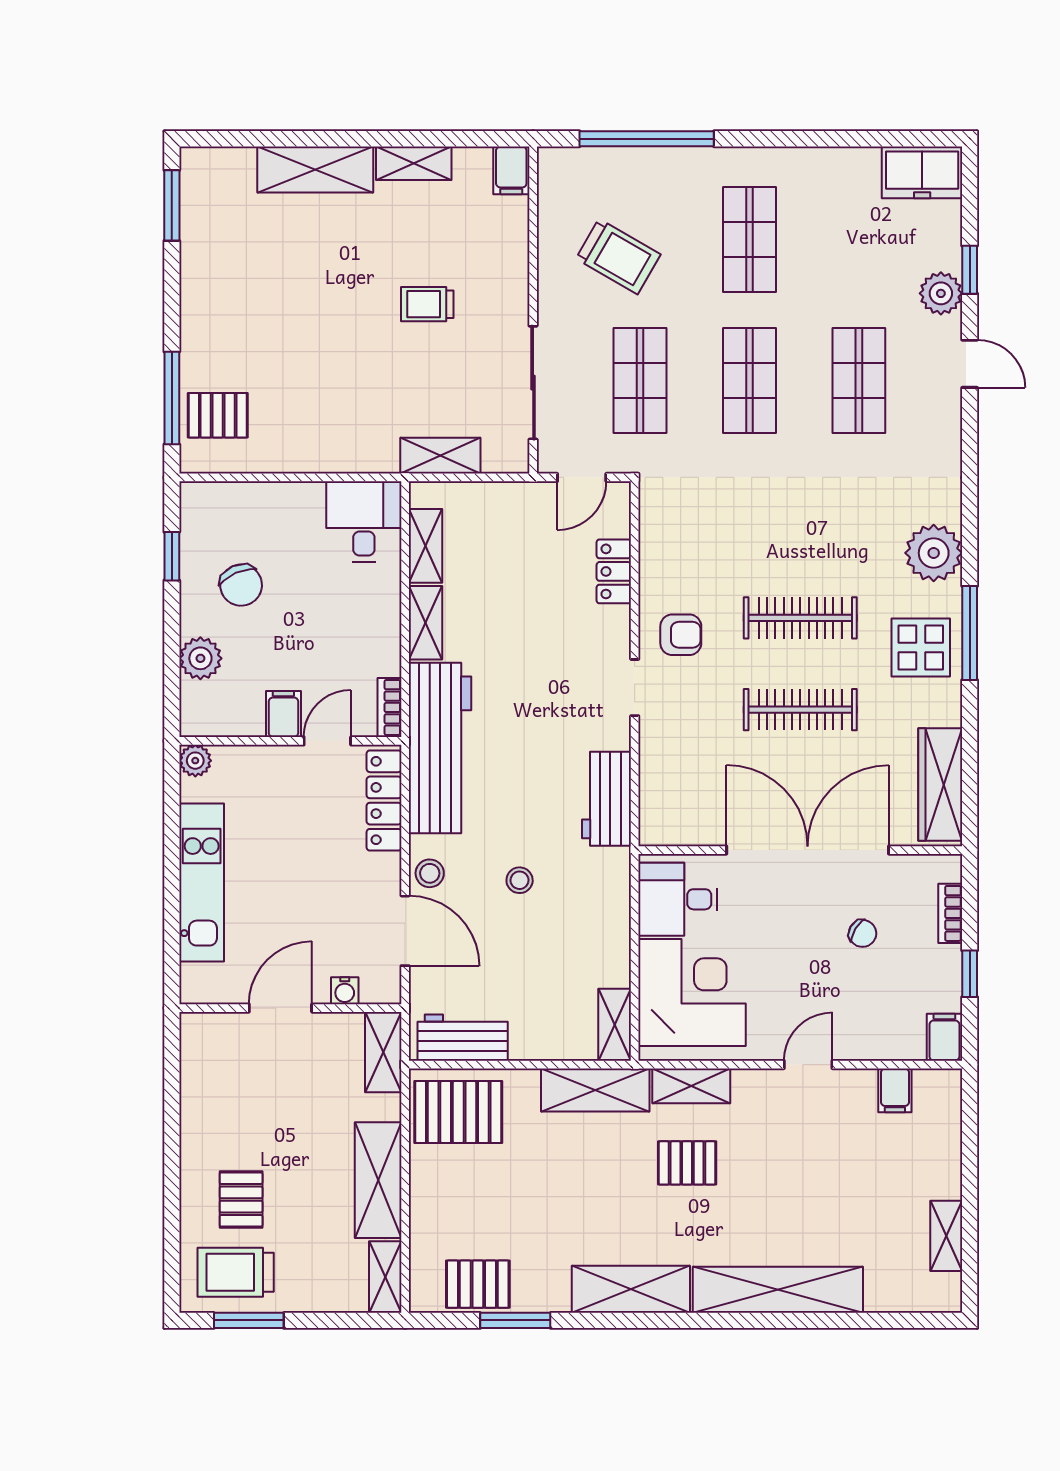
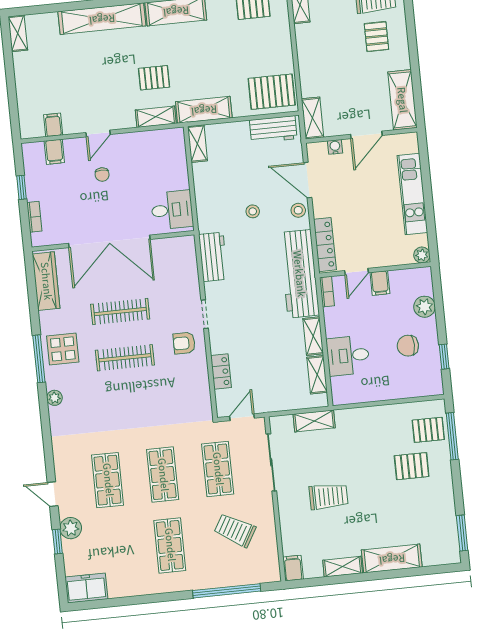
trolley: (427, 304) -> (329, 496), width x1.36, depth x1.39
pallet: (258, 347) -> (412, 466), added
desk: (364, 522) -> (348, 356), moved, turned 90
plant: (934, 553) -> (54, 398), width x0.53, depth x0.53
chair: (241, 585) -> (408, 346), turned -66
chair: (863, 933) -> (102, 175), moved, turned -121
corner desk: (692, 993) -> (160, 164), removed
filing cabinet: (944, 1037) -> (54, 152), moved
shelving: (378, 1180) -> (402, 100), moved
shelving: (946, 1236) -> (18, 33), moved

